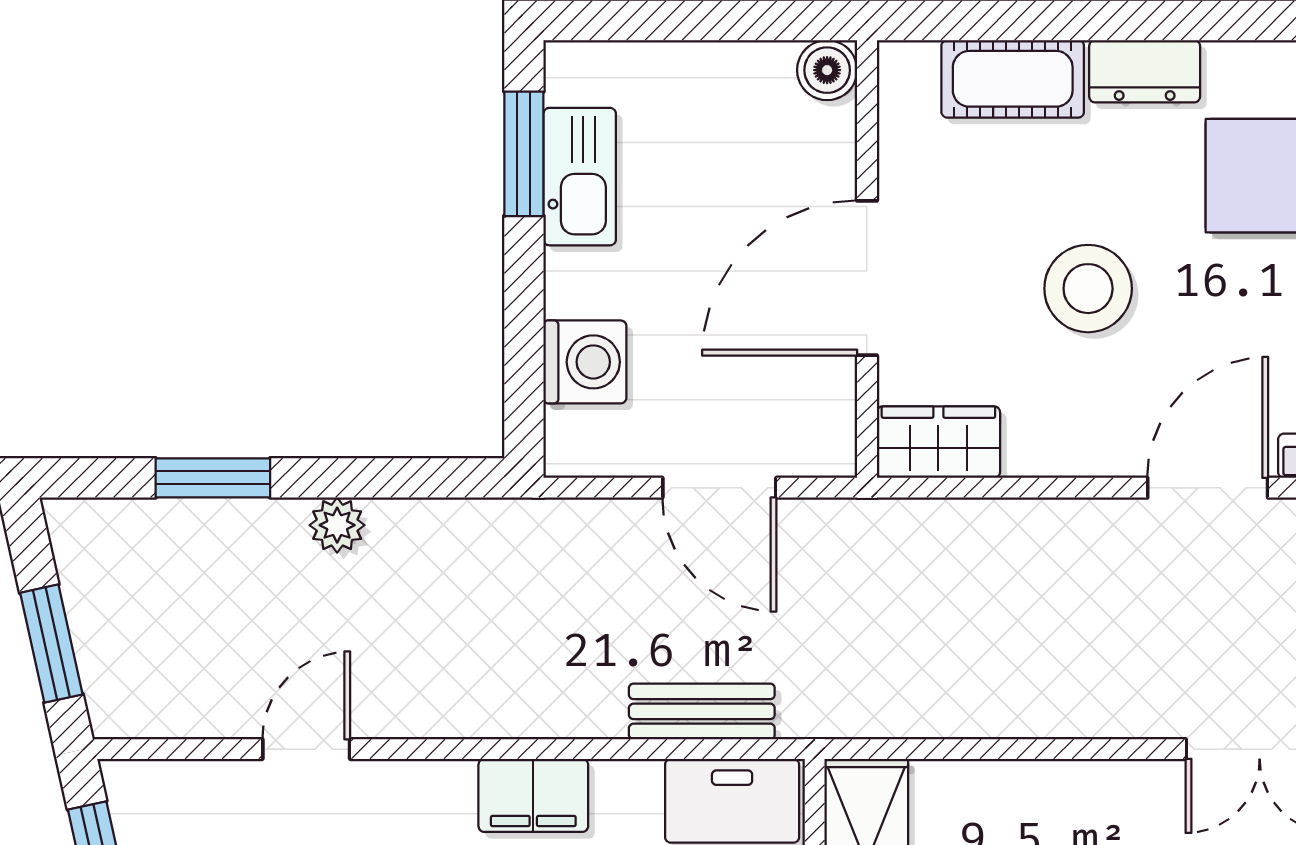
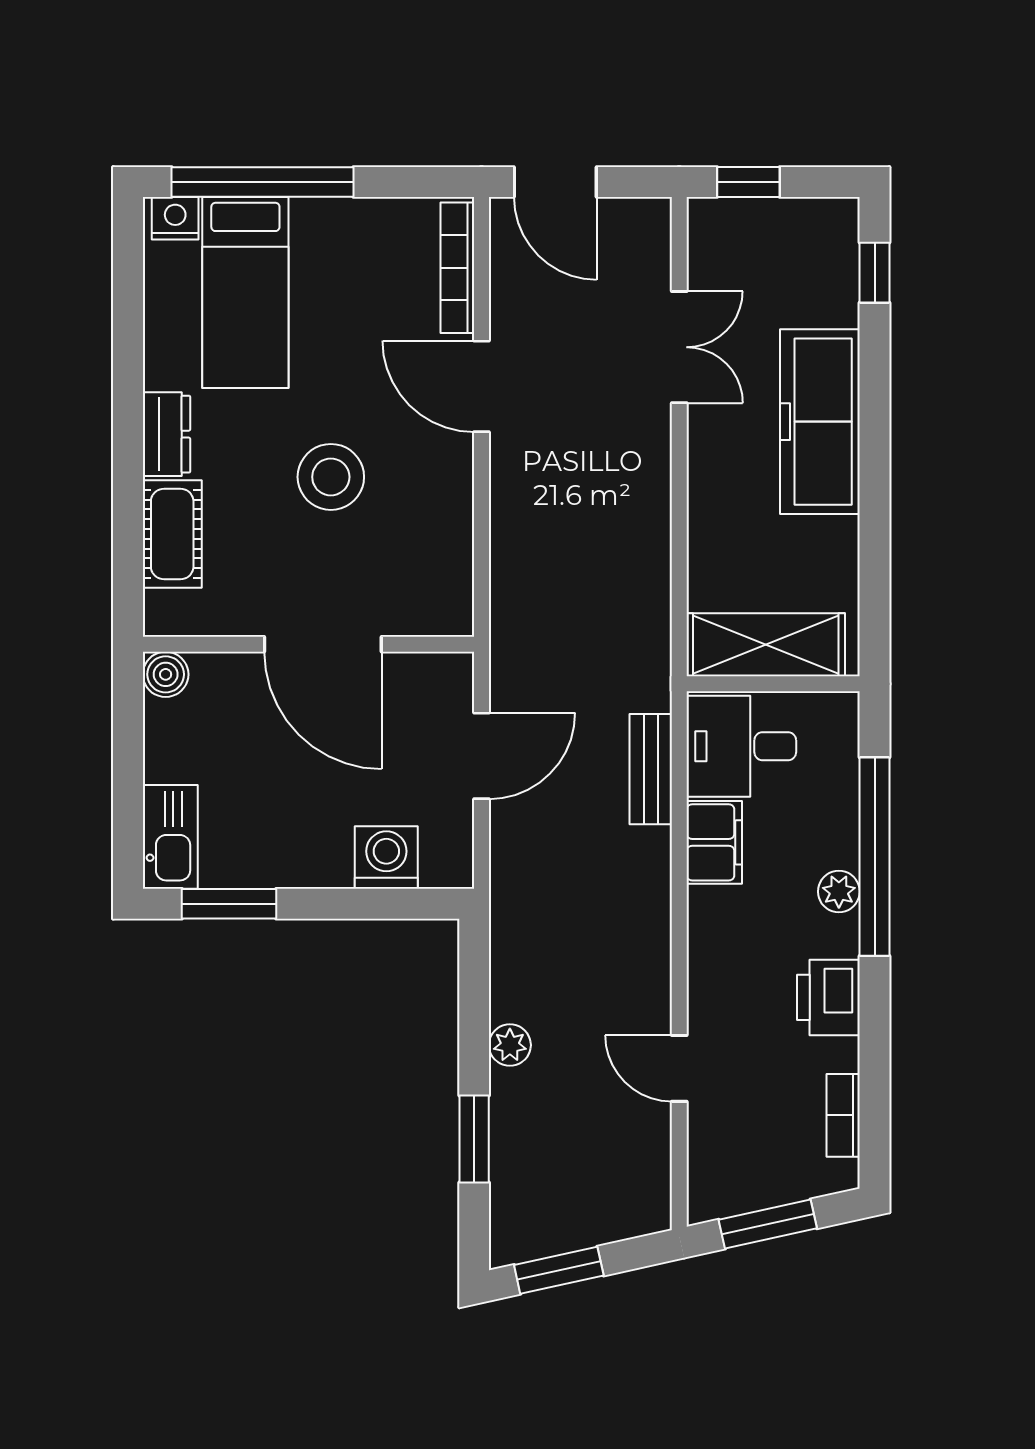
kitchen sink: (580, 177) -> (170, 837), moved, turned 90
wardrobe: (938, 442) -> (447, 590), removed
window: (51, 644) -> (559, 1270), moved
filing cabinet: (533, 795) -> (714, 842), moved

